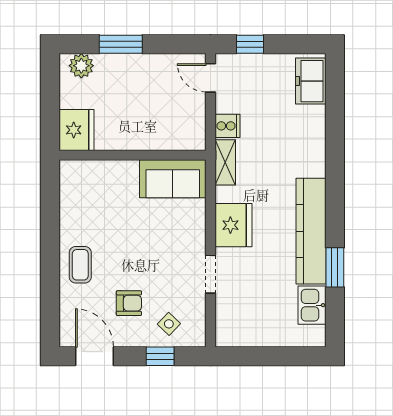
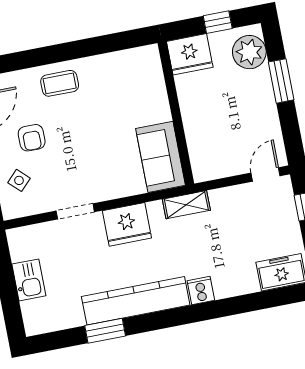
plant: (81, 66) -> (249, 52), width x1.36, depth x1.36
window: (50, 96) -> (218, 22), added
cooker: (227, 126) -> (201, 290), moved, turned 180
kitchen sink: (312, 305) -> (29, 280), moved, turned 90

